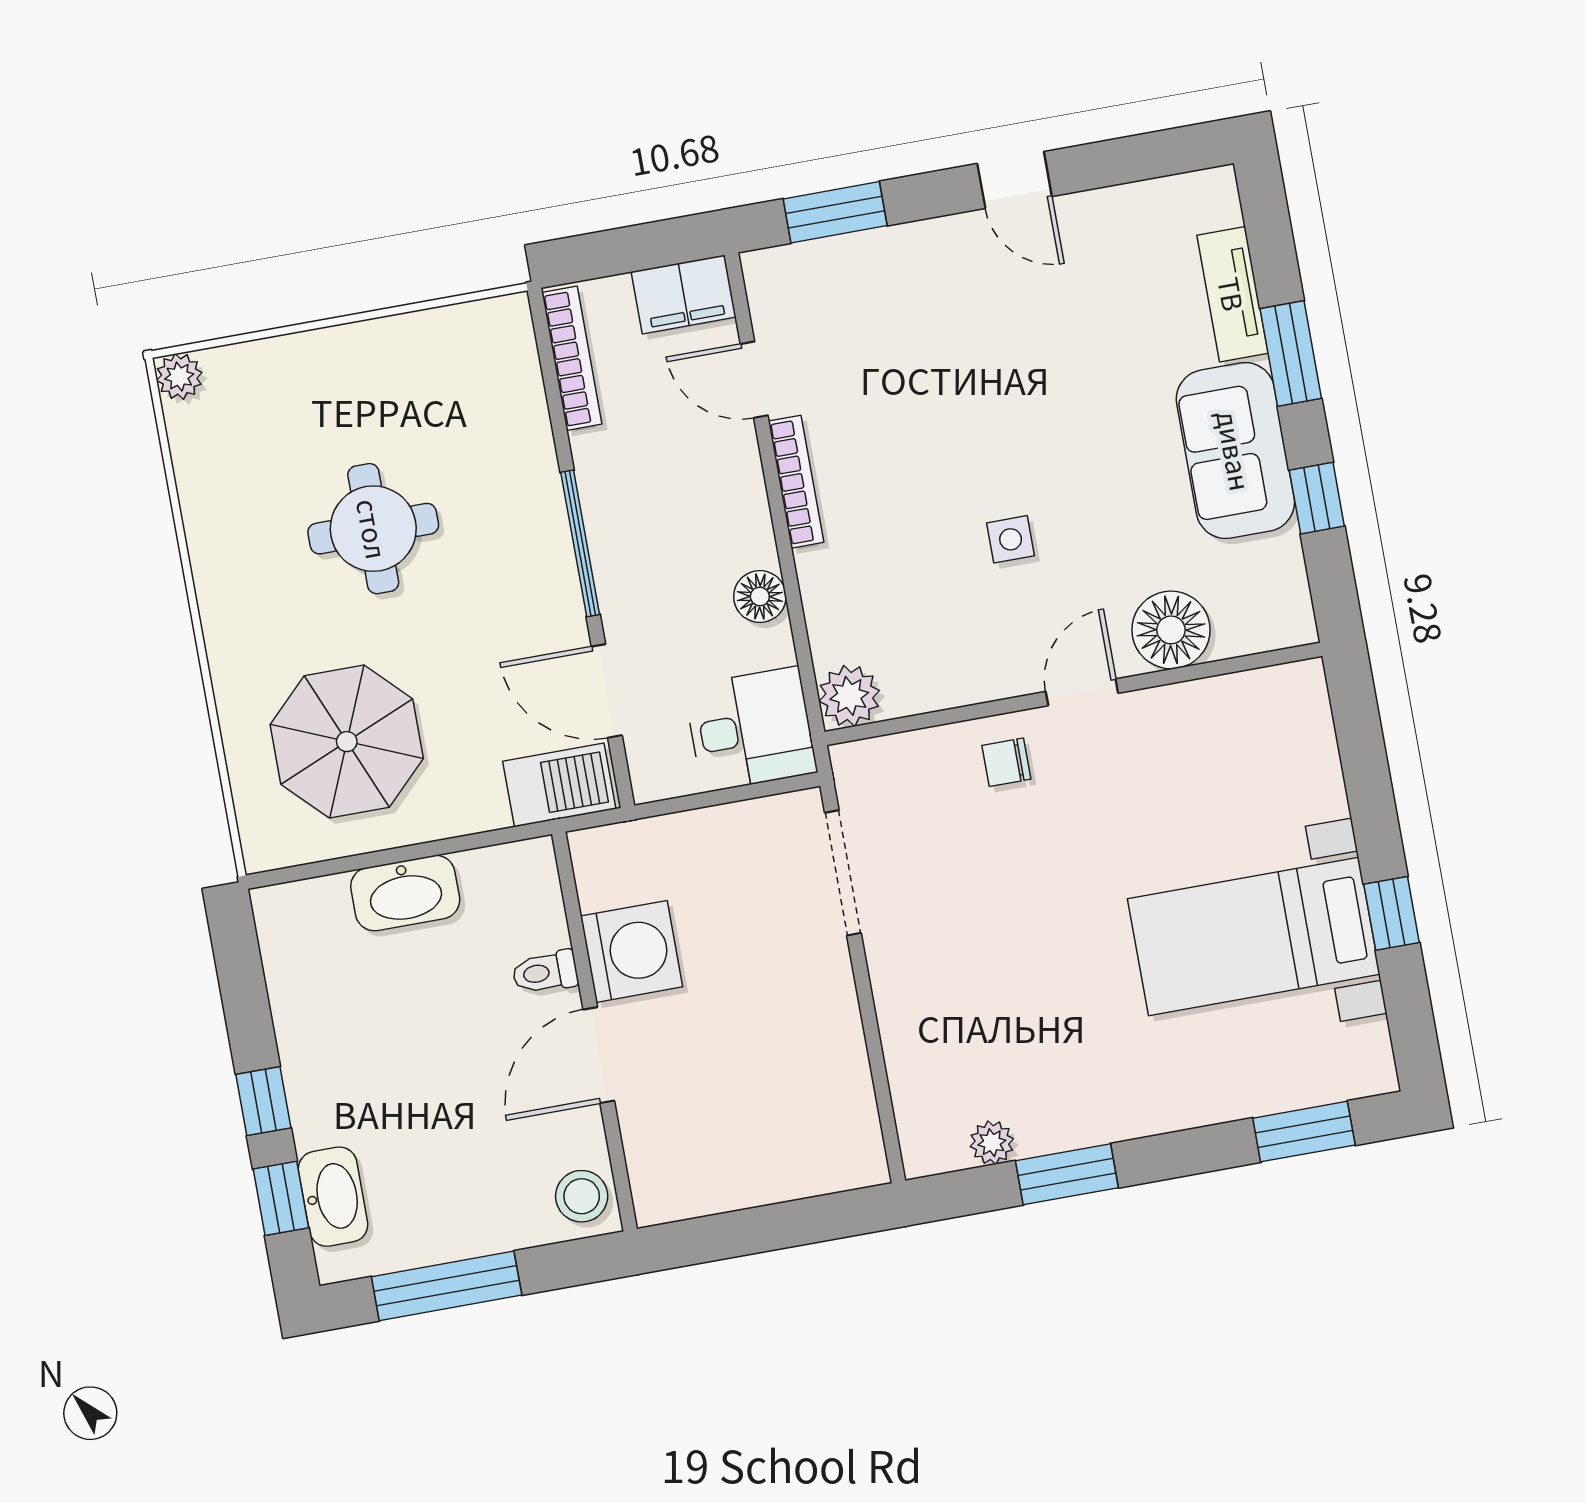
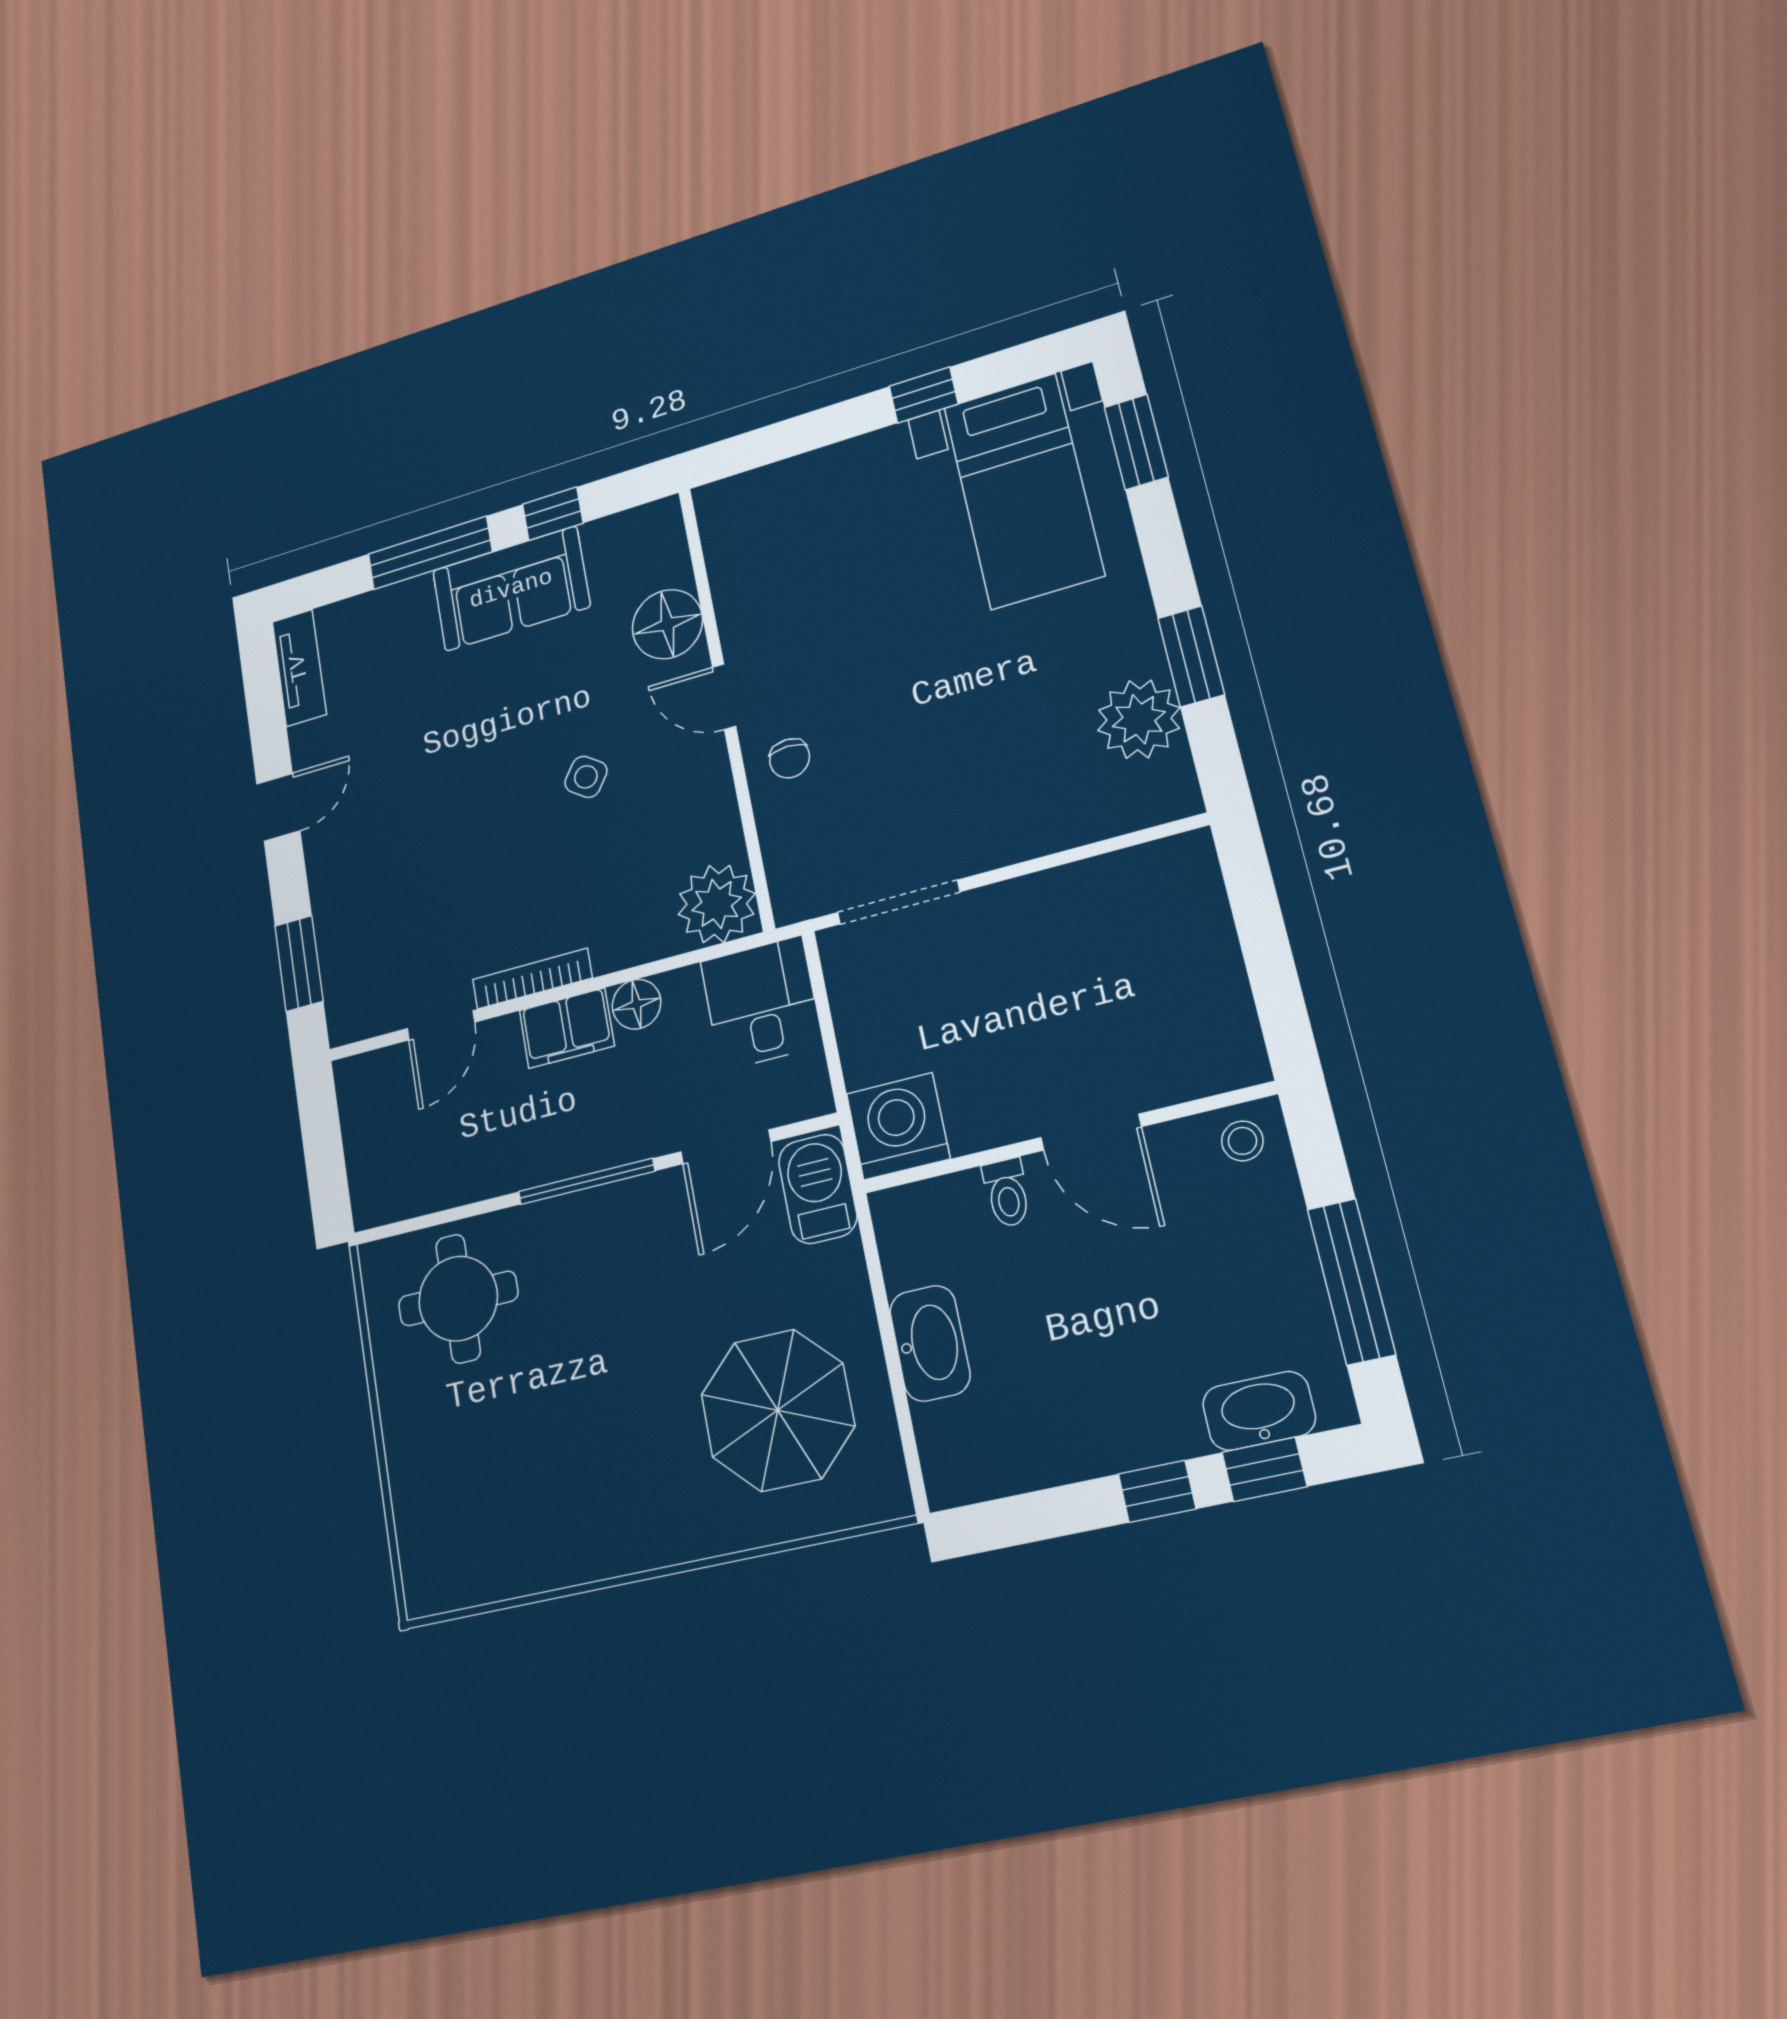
filing cabinet: (684, 294) -> (567, 1028), moved, turned 90
tv unit: (1232, 294) -> (299, 668), moved, turned -90
window: (1291, 354) -> (430, 553), width x1.44
bookcase: (572, 358) -> (418, 1199), removed
plant: (179, 377) -> (425, 1593), removed
round table: (373, 529) -> (458, 1299), moved
side table: (1011, 539) -> (586, 777), turned 35
plant: (849, 696) -> (717, 904), width x1.36, depth x1.36
bed with nightstands: (1254, 936) -> (1023, 491), moved
washing machine: (632, 951) -> (898, 1126), moved
plant: (992, 1143) -> (1139, 719), width x1.87, depth x1.87
stool: (582, 1196) -> (1242, 1141), width x0.73, depth x0.73

